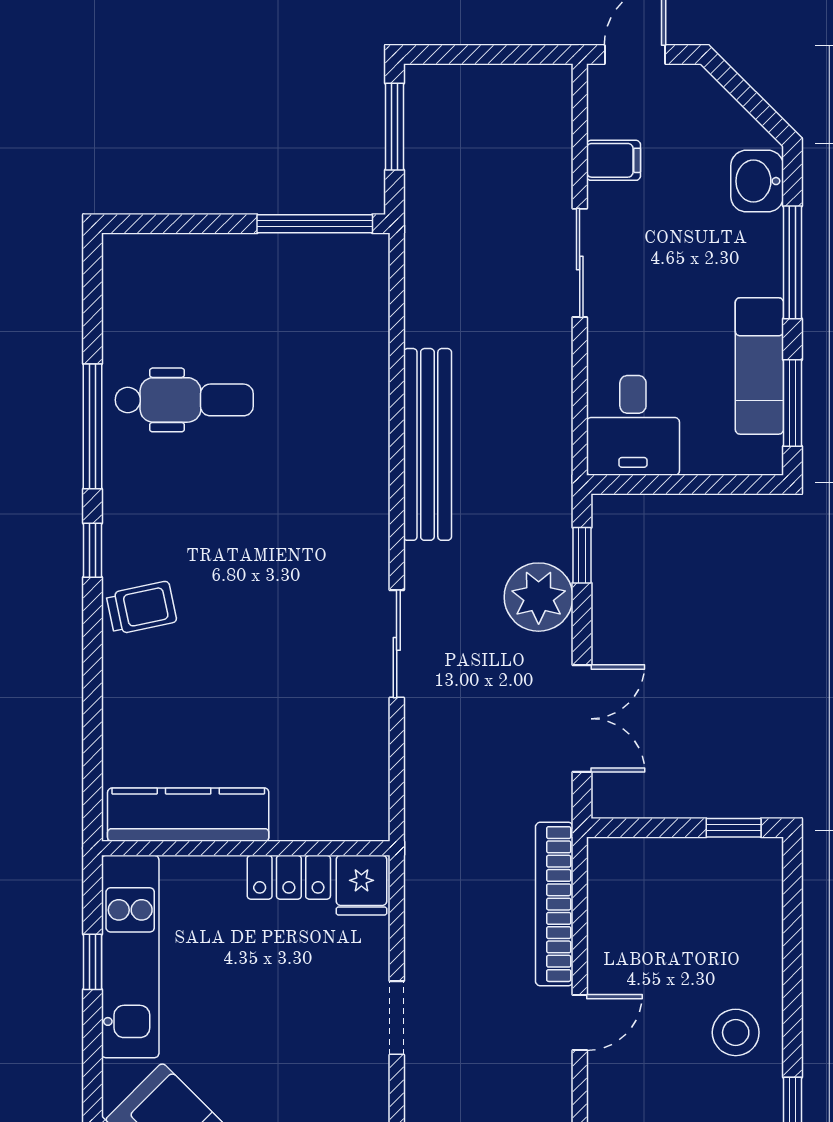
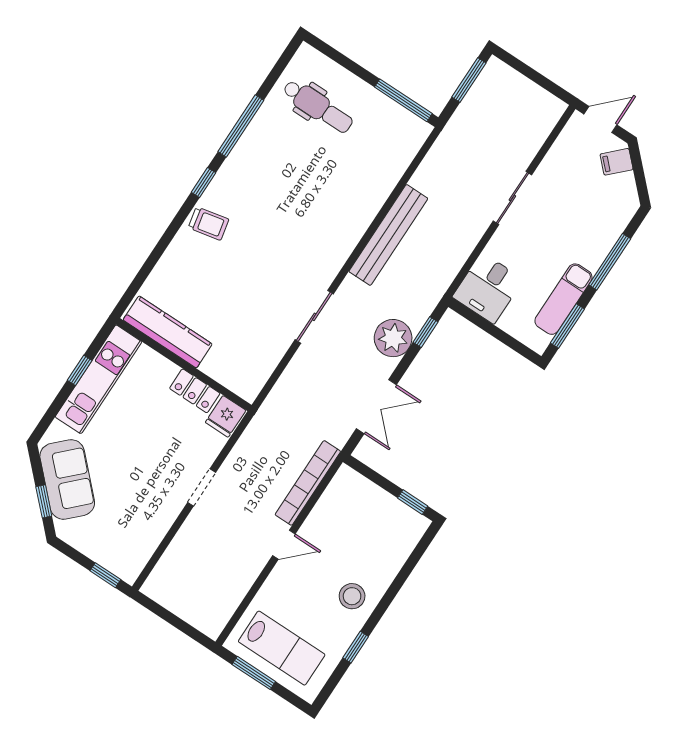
filing cabinet: (613, 160) -> (617, 162), moved, turned 135
washbasin: (757, 181) -> (618, 214), removed
dental chair: (184, 400) -> (318, 106), moved

